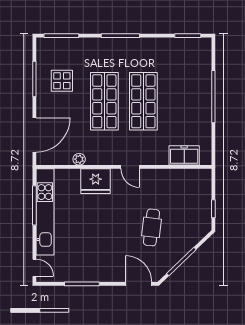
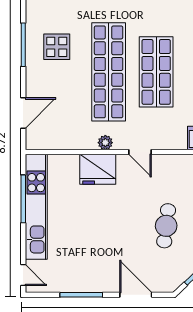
shop shelf: (104, 101) -> (109, 72), width x1.40
door: (34, 135) -> (23, 113), width x0.73
plant: (79, 159) -> (105, 143), moved
door: (139, 284) -> (136, 295), moved

